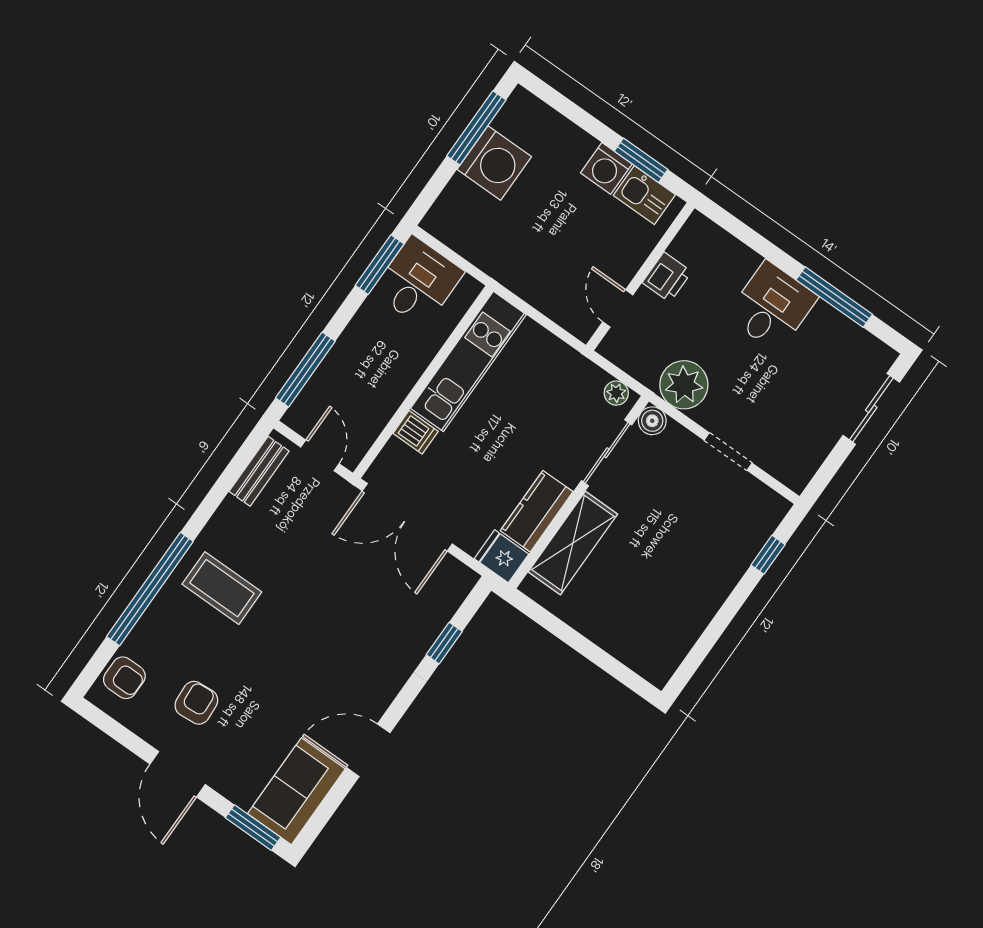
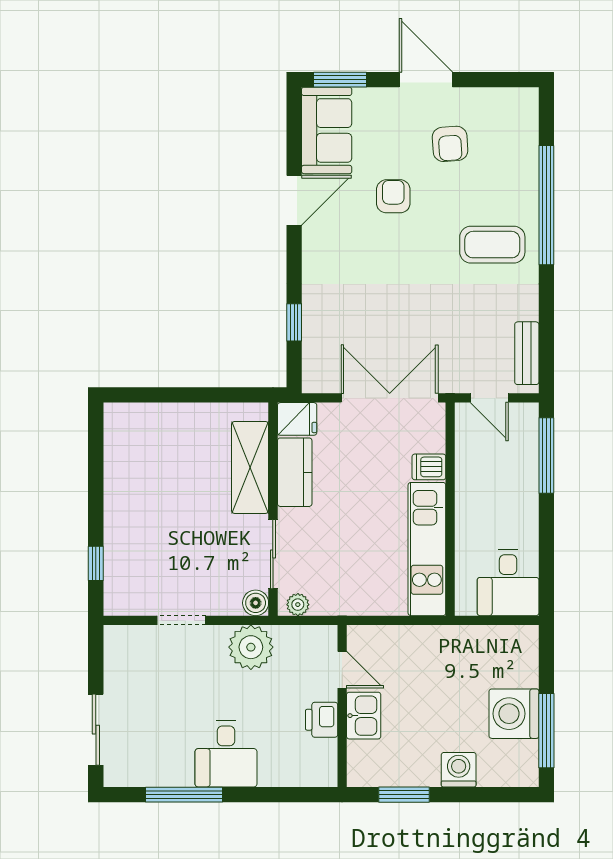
washing machine: (606, 168) -> (459, 770), moved
kitchen sink: (644, 195) -> (364, 716), moved, turned 90
window: (380, 265) -> (546, 575), removed
armchair: (124, 678) -> (393, 196), moved, turned 90

